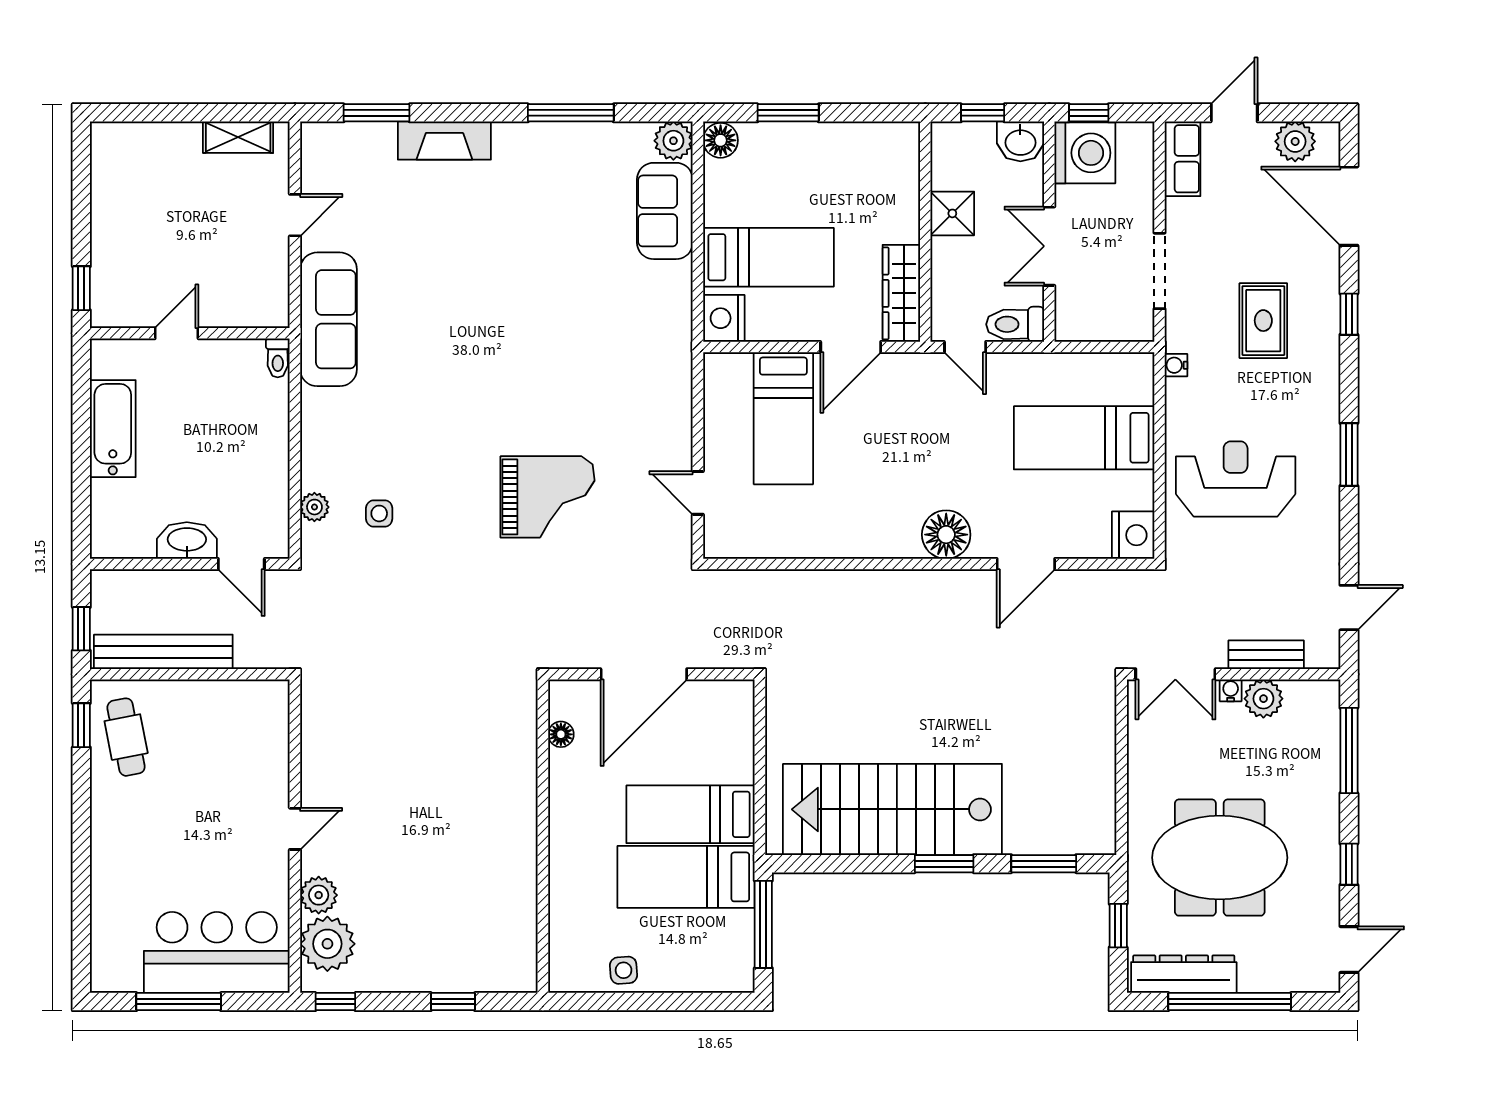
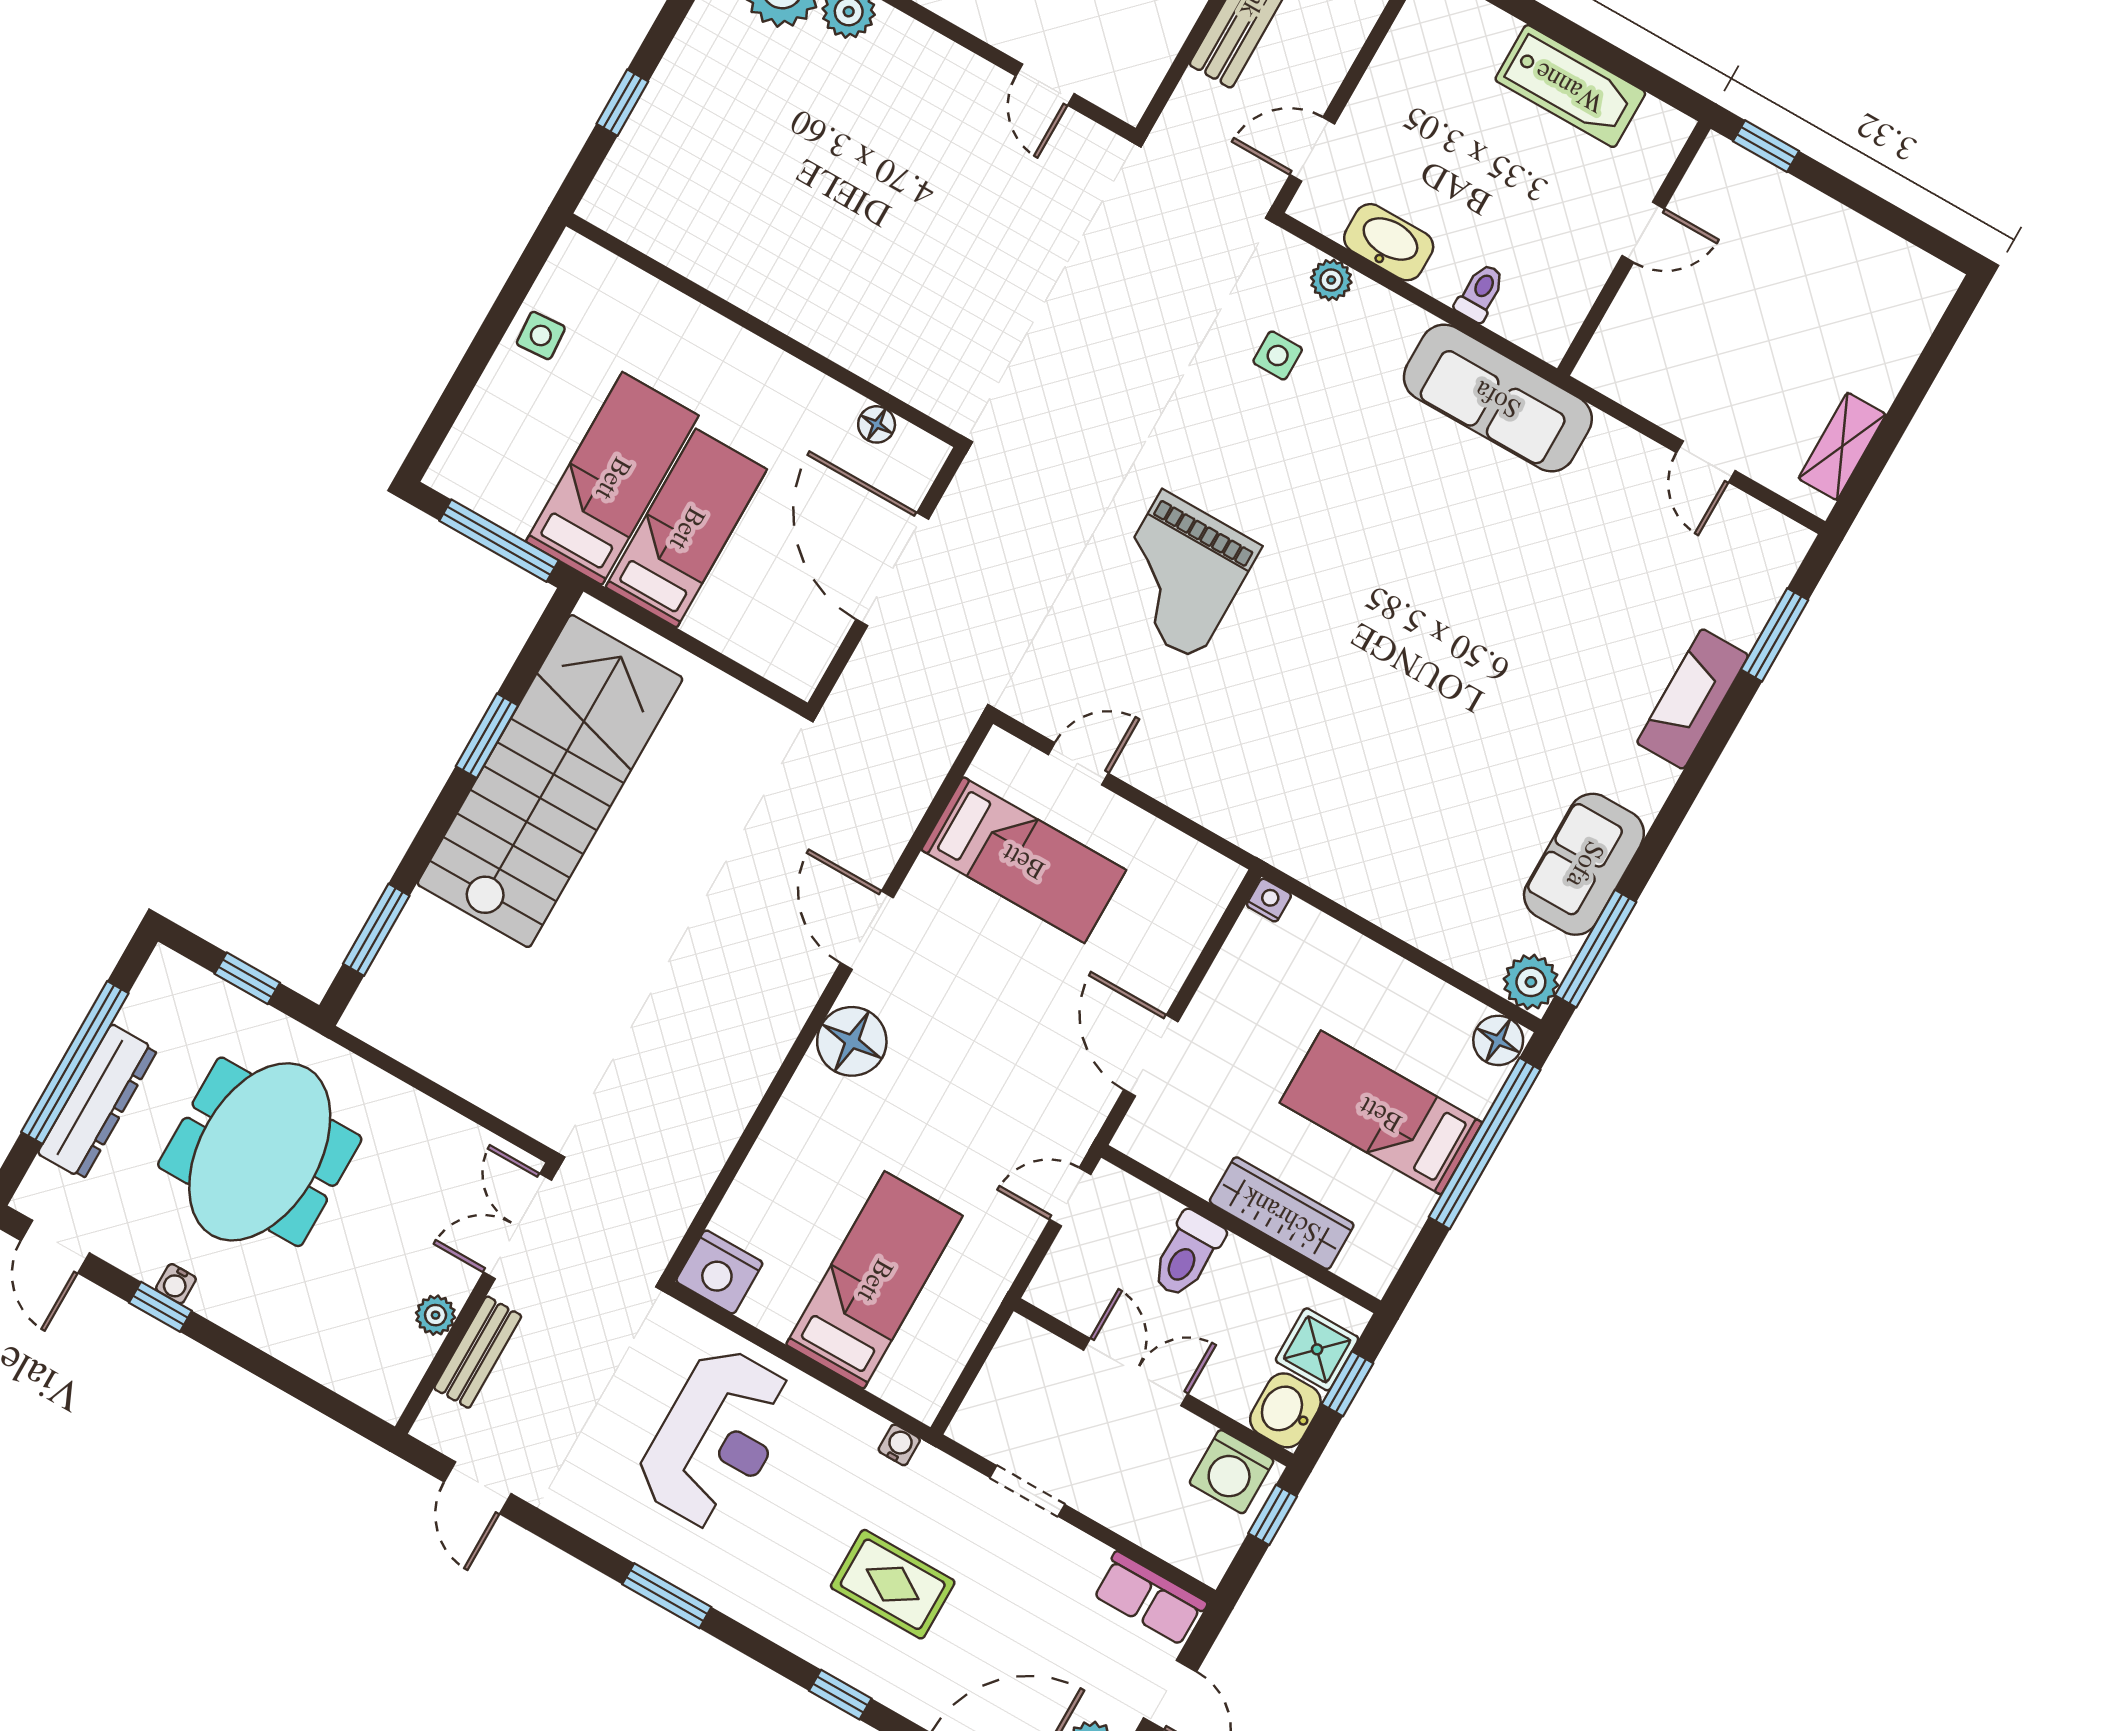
window: (571, 113) -> (1596, 949), moved
window: (788, 113) -> (1485, 1143), width x2.11
washing machine: (1085, 153) -> (1232, 1472), width x0.73, depth x0.73
sofa: (665, 211) -> (1584, 864), moved, turned -90
shower: (952, 213) -> (1317, 1349), moved
bed: (768, 257) -> (1381, 1113), moved, turned 90
doorway: (1159, 271) -> (1027, 1491), width x0.73
wardrobe: (901, 293) -> (1282, 1213), moved
nightstand: (724, 318) -> (1269, 900), width x0.53, depth x0.56
sofa: (328, 319) -> (1498, 398), moved
toilet: (1015, 324) -> (1187, 1254), moved, turned 180
door: (177, 333) -> (1643, 232), hinge flipped
toilet: (278, 358) -> (1480, 293), moved, turned 90
bed: (783, 418) -> (1024, 860), moved, turned 180
washbasin: (187, 541) -> (1389, 242), moved, turned -90
door: (1026, 564) -> (867, 930), moved
water cooler: (1231, 690) -> (176, 1284), moved, turned 90
plant: (1263, 699) -> (436, 1315), width x0.73, depth x0.73
window: (1349, 750) -> (301, 1387), removed
door: (295, 829) -> (1045, 85), moved
window: (944, 864) -> (487, 736), moved
dresser: (1184, 974) -> (97, 1102), moved

